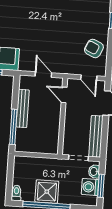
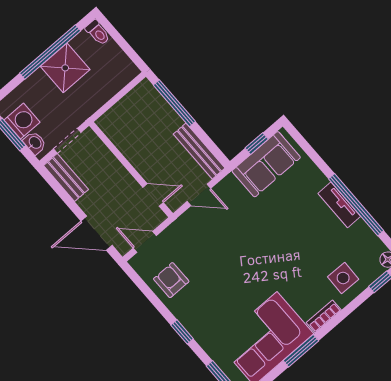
armchair: (94, 48) -> (171, 280), turned -115
bench: (23, 108) -> (199, 151), moved
bench: (96, 136) -> (66, 178), width x0.73

